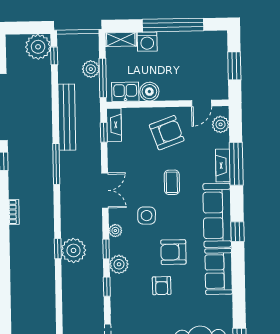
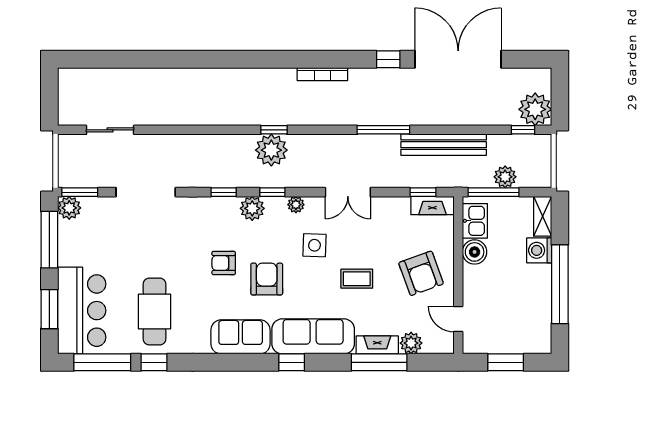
plant: (221, 124) -> (411, 343), moved
bookcase: (14, 212) -> (322, 74), width x1.56

